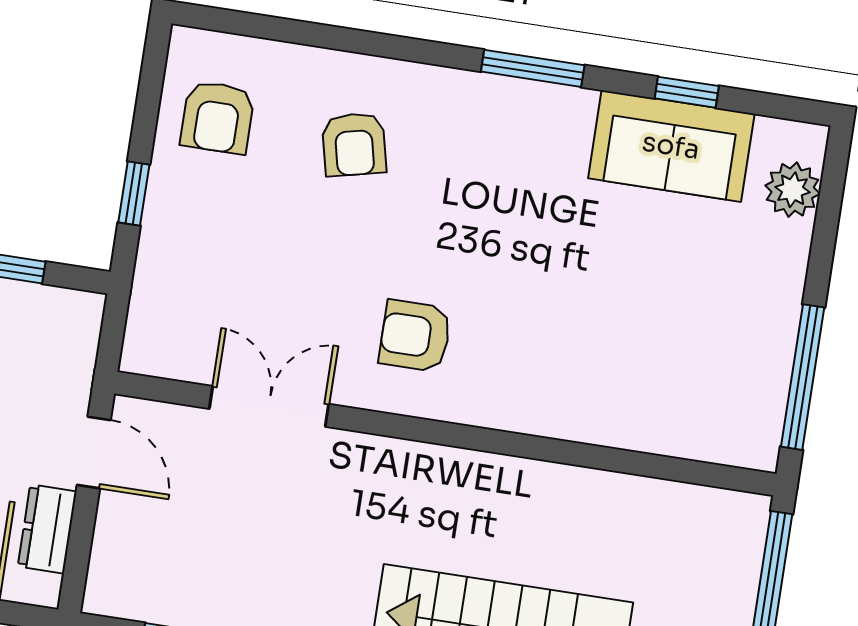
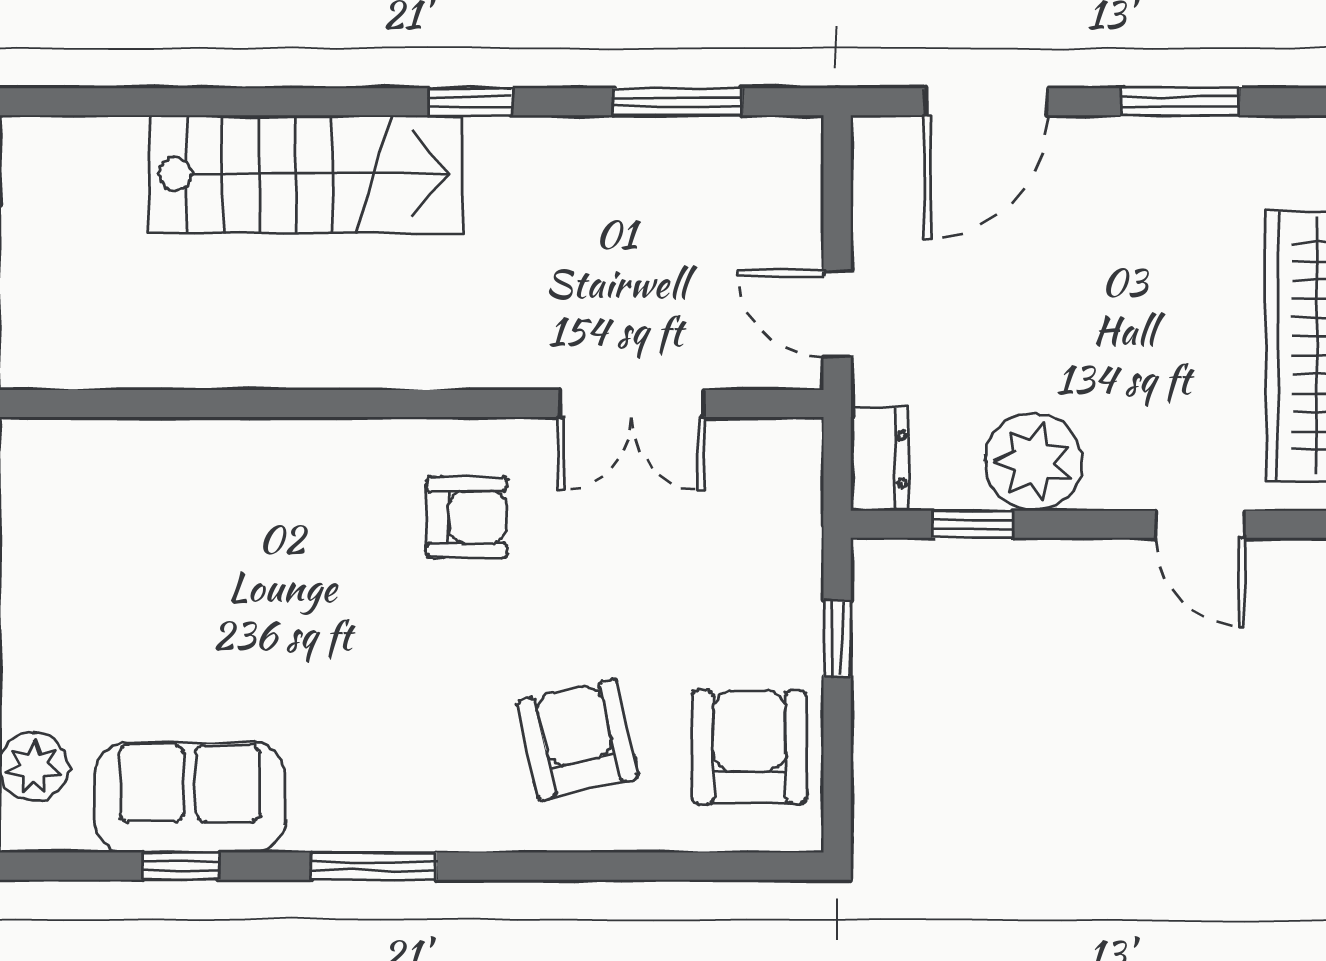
armchair: (217, 117) -> (749, 747), width x1.38, depth x1.38
armchair: (354, 144) -> (577, 740), width x1.38, depth x1.38
dresser: (47, 529) -> (880, 459), moved

